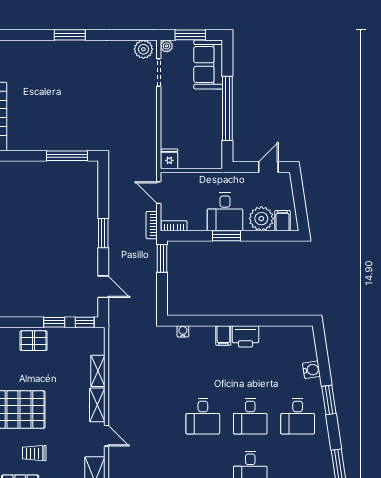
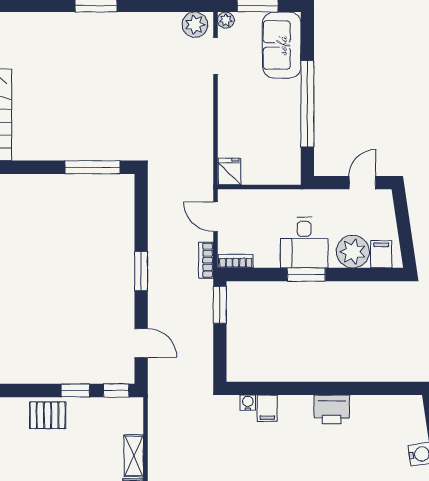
filing cabinet: (223, 335) -> (267, 408), moved

